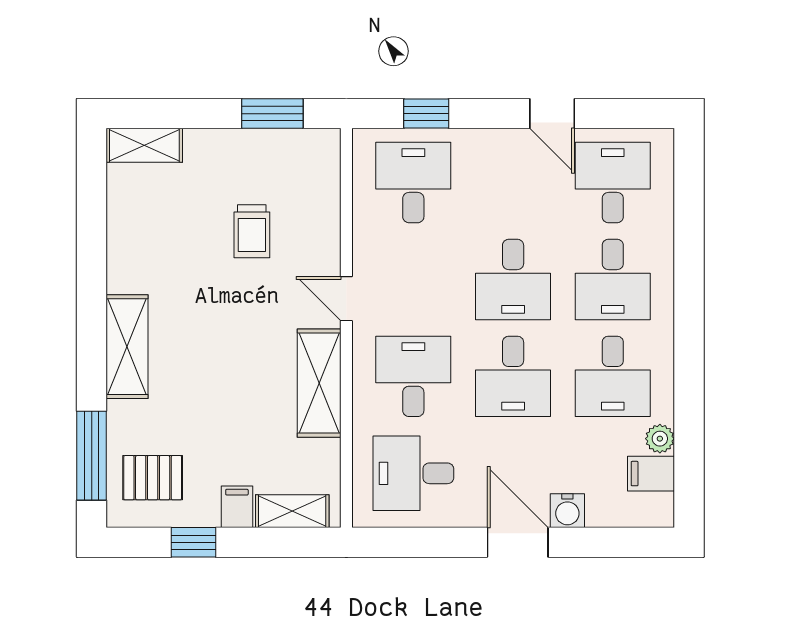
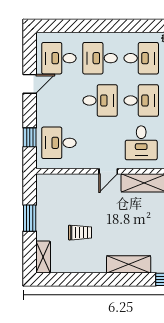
window: (272, 114) -> (30, 218), moved
trolley: (252, 231) -> (80, 233), moved
desk: (613, 279) -> (100, 58), turned 180
desk: (413, 376) -> (141, 143), turned -90

